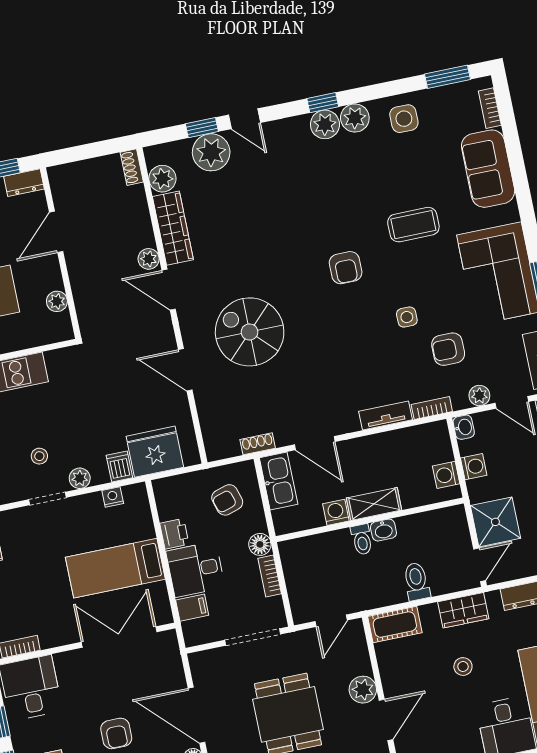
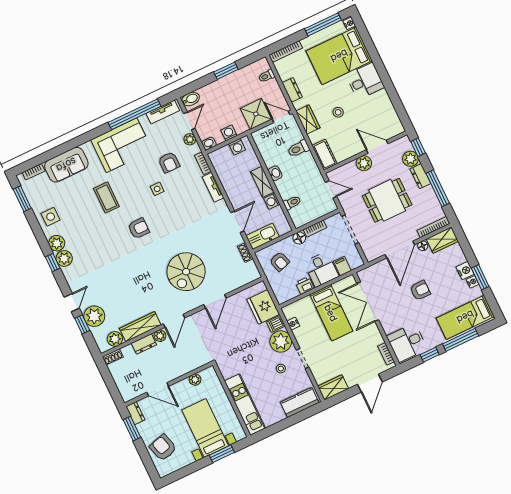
dresser: (141, 227) -> (144, 344), added
plant: (80, 478) -> (281, 342), width x1.87, depth x1.87
toilet: (362, 539) -> (292, 203), moved

